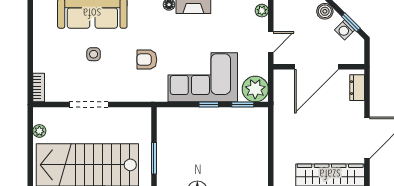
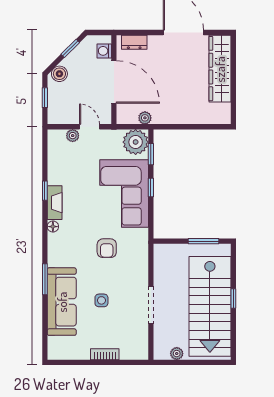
plant: (262, 11) -> (73, 136), moved
washing machine: (345, 30) -> (104, 51), moved, turned 135
bookcase: (39, 88) -> (105, 354), moved
plant: (280, 99) -> (145, 118), added

